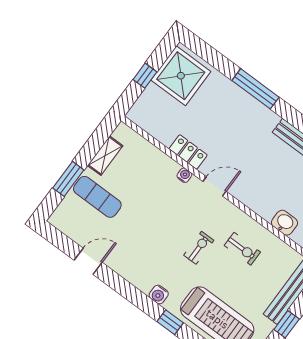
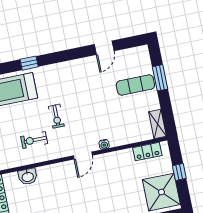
locker: (188, 152) -> (147, 152), moved
shelving: (105, 156) -> (157, 124), moved
water cooler: (159, 295) -> (50, 70), removed

